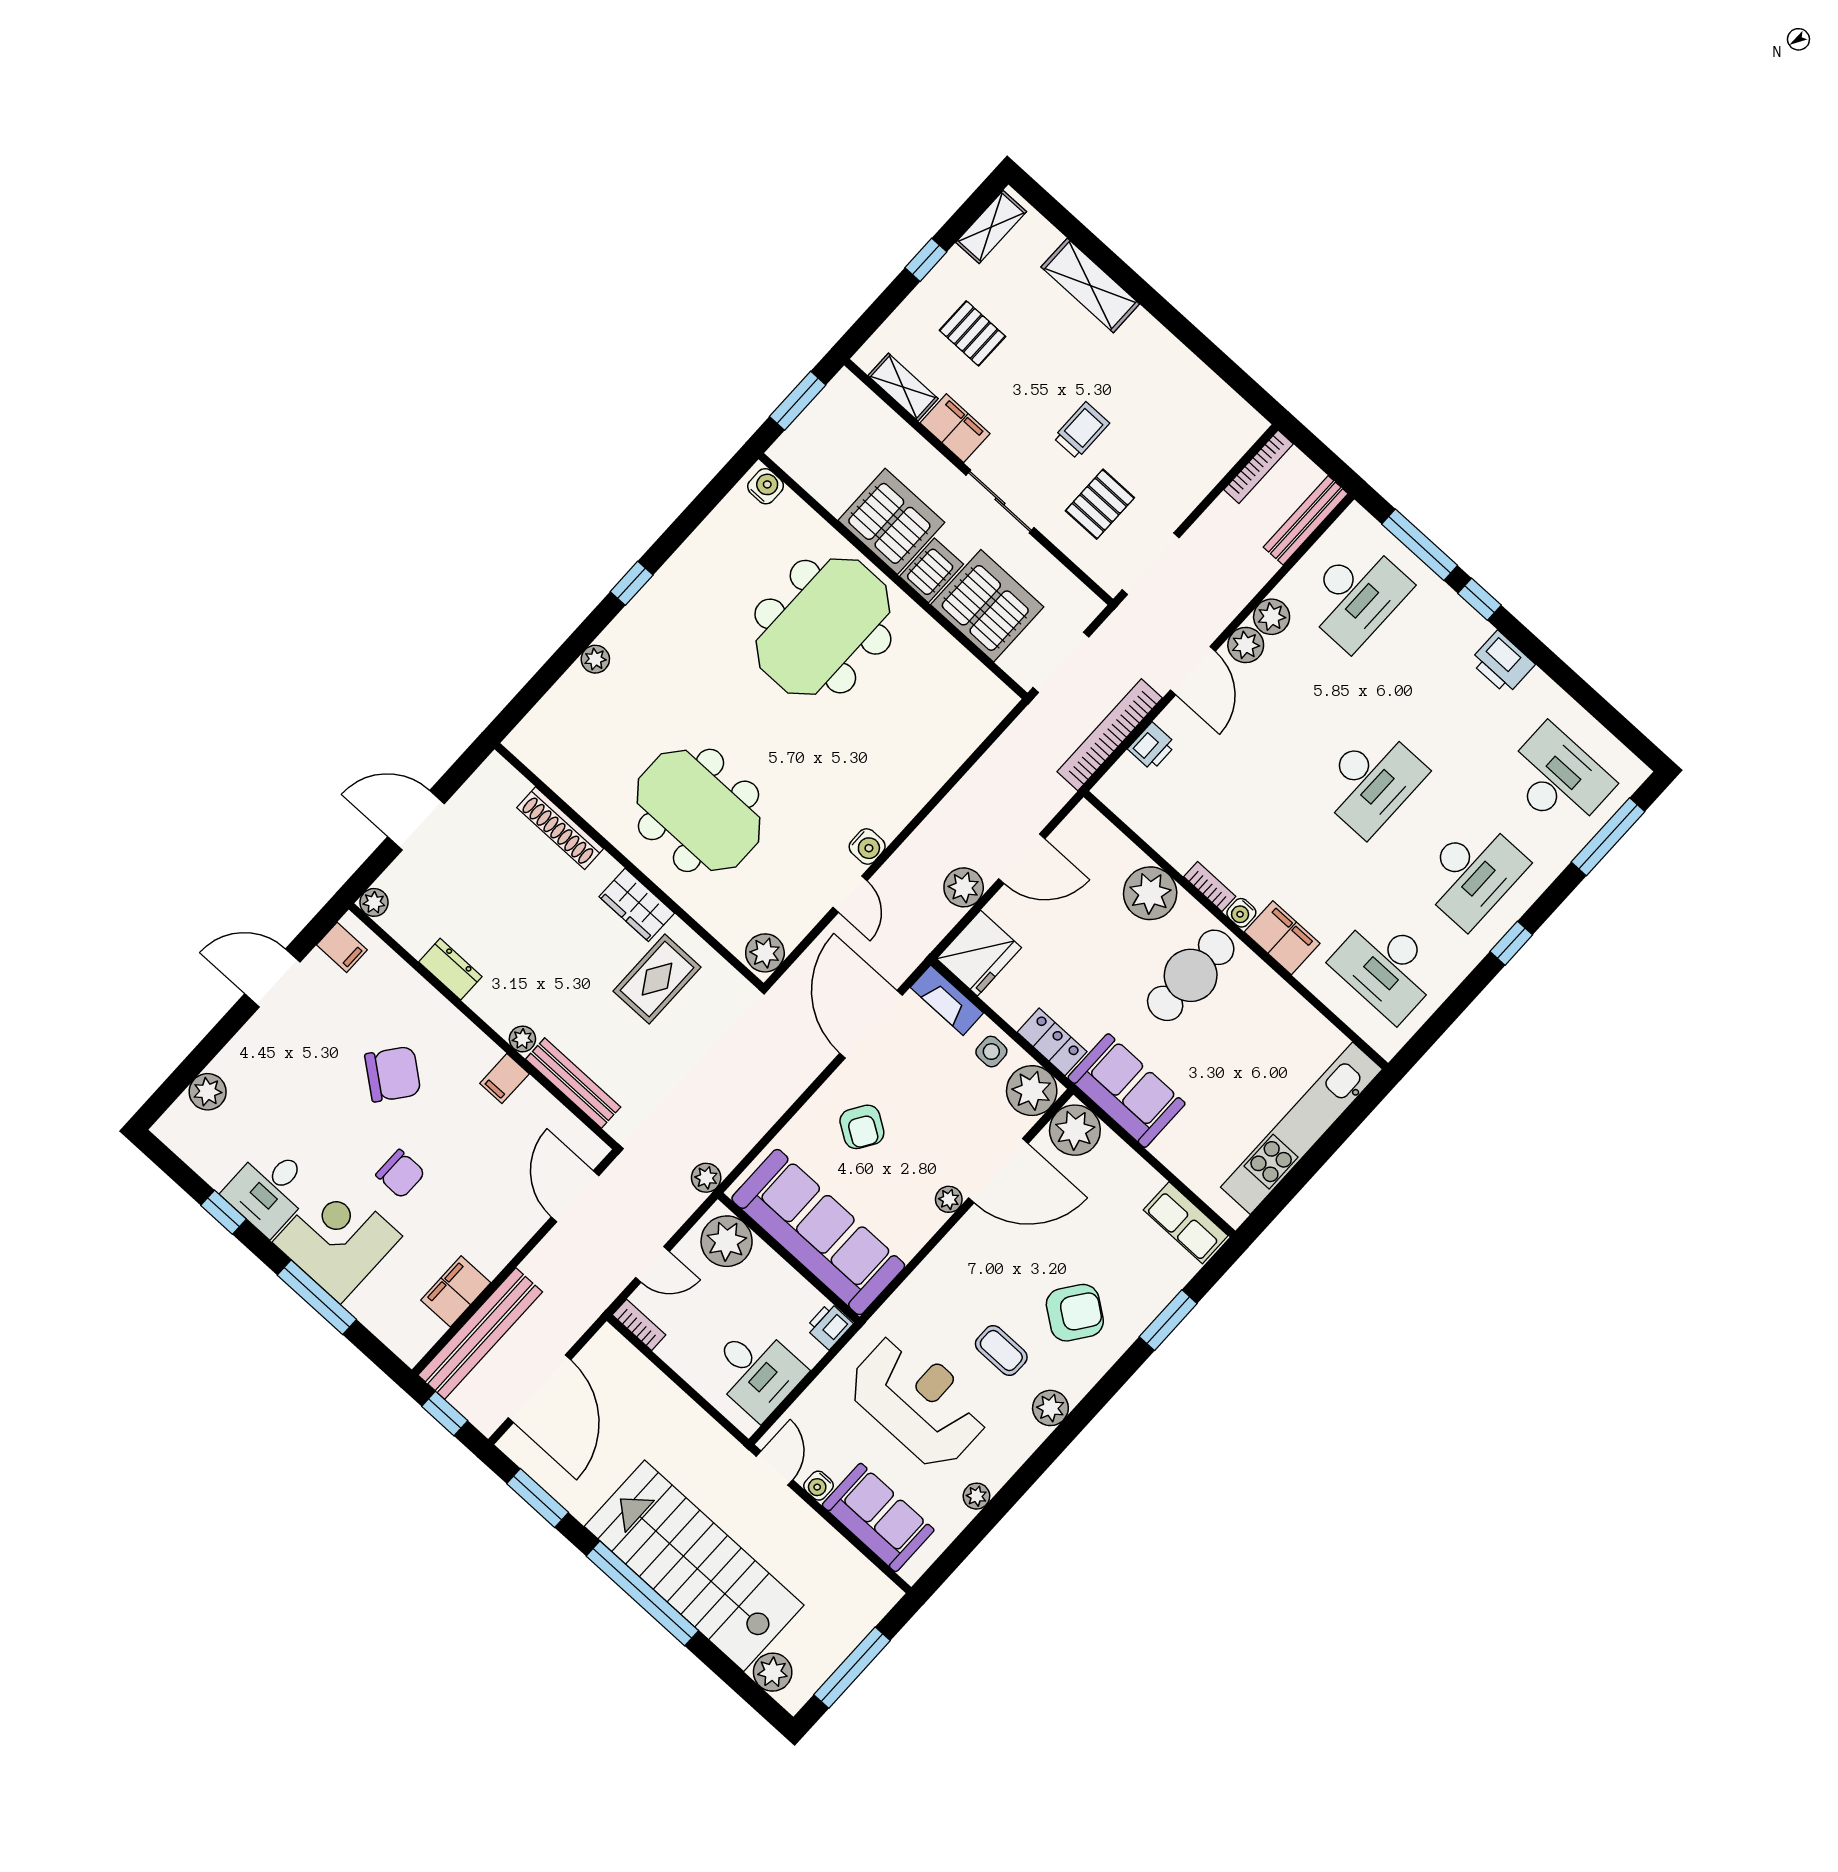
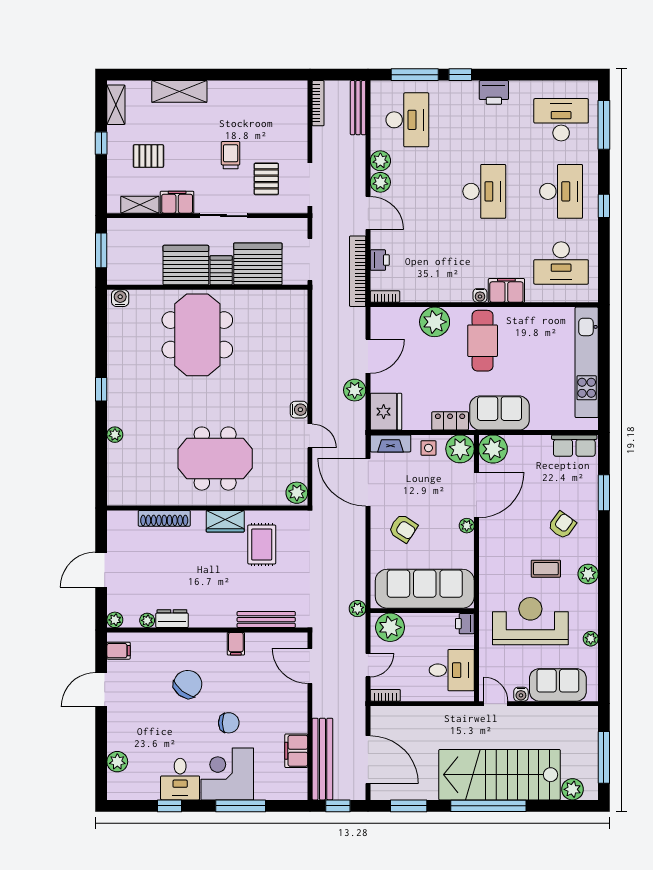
bookcase: (1210, 887) -> (385, 296), moved
plant: (522, 1039) -> (147, 620), moved
armchair: (1075, 1313) -> (562, 525), width x0.72, depth x0.72

